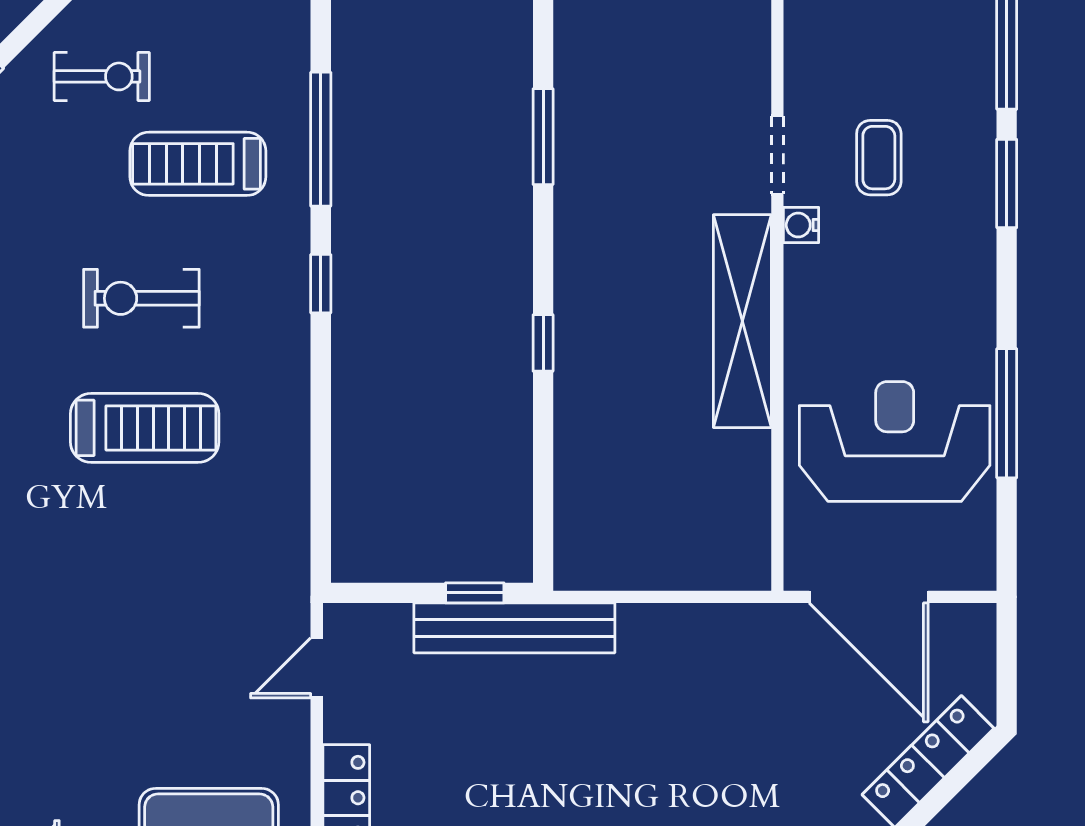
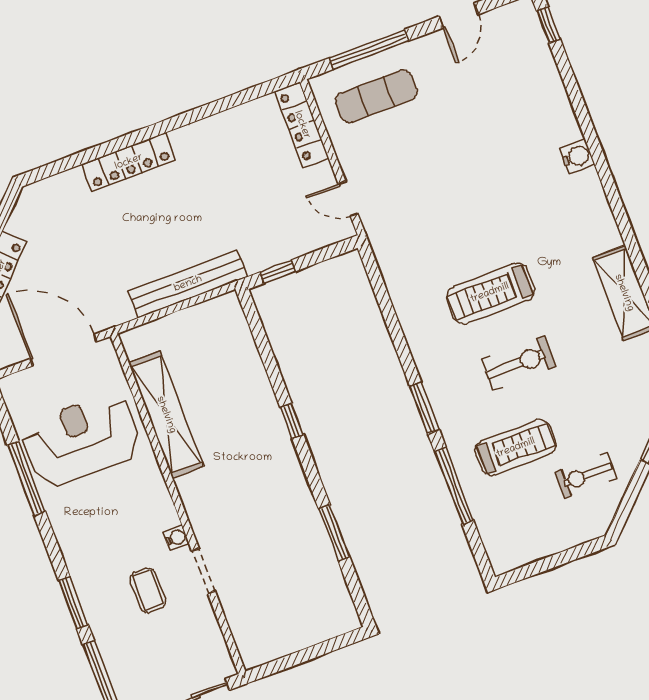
window: (321, 284) -> (425, 408), width x1.50
shelving: (742, 321) -> (166, 415), moved
reception desk: (895, 441) -> (81, 440), turned 180
bench: (514, 628) -> (188, 284), moved
door: (317, 668) -> (348, 199), swing flipped

